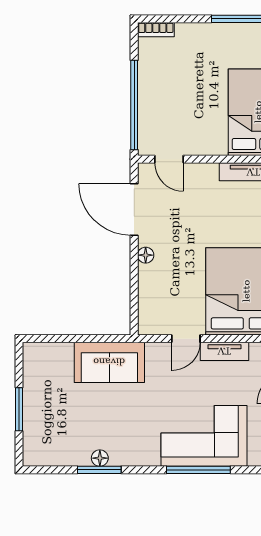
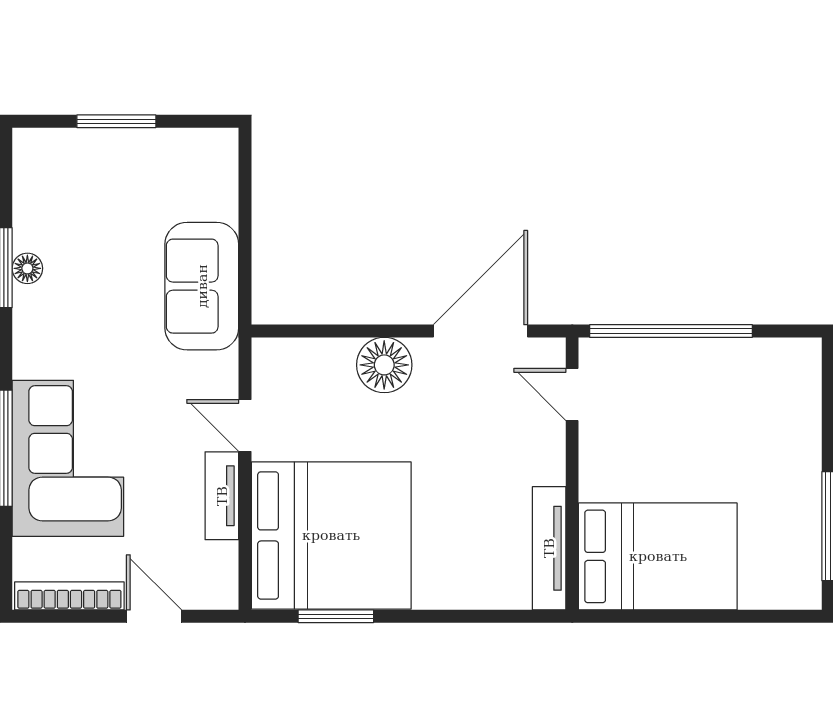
bookcase: (156, 30) -> (808, 371), removed
door: (169, 159) -> (572, 395), hinge flipped
floor lamp: (146, 255) -> (384, 365), width x1.89, depth x1.89

